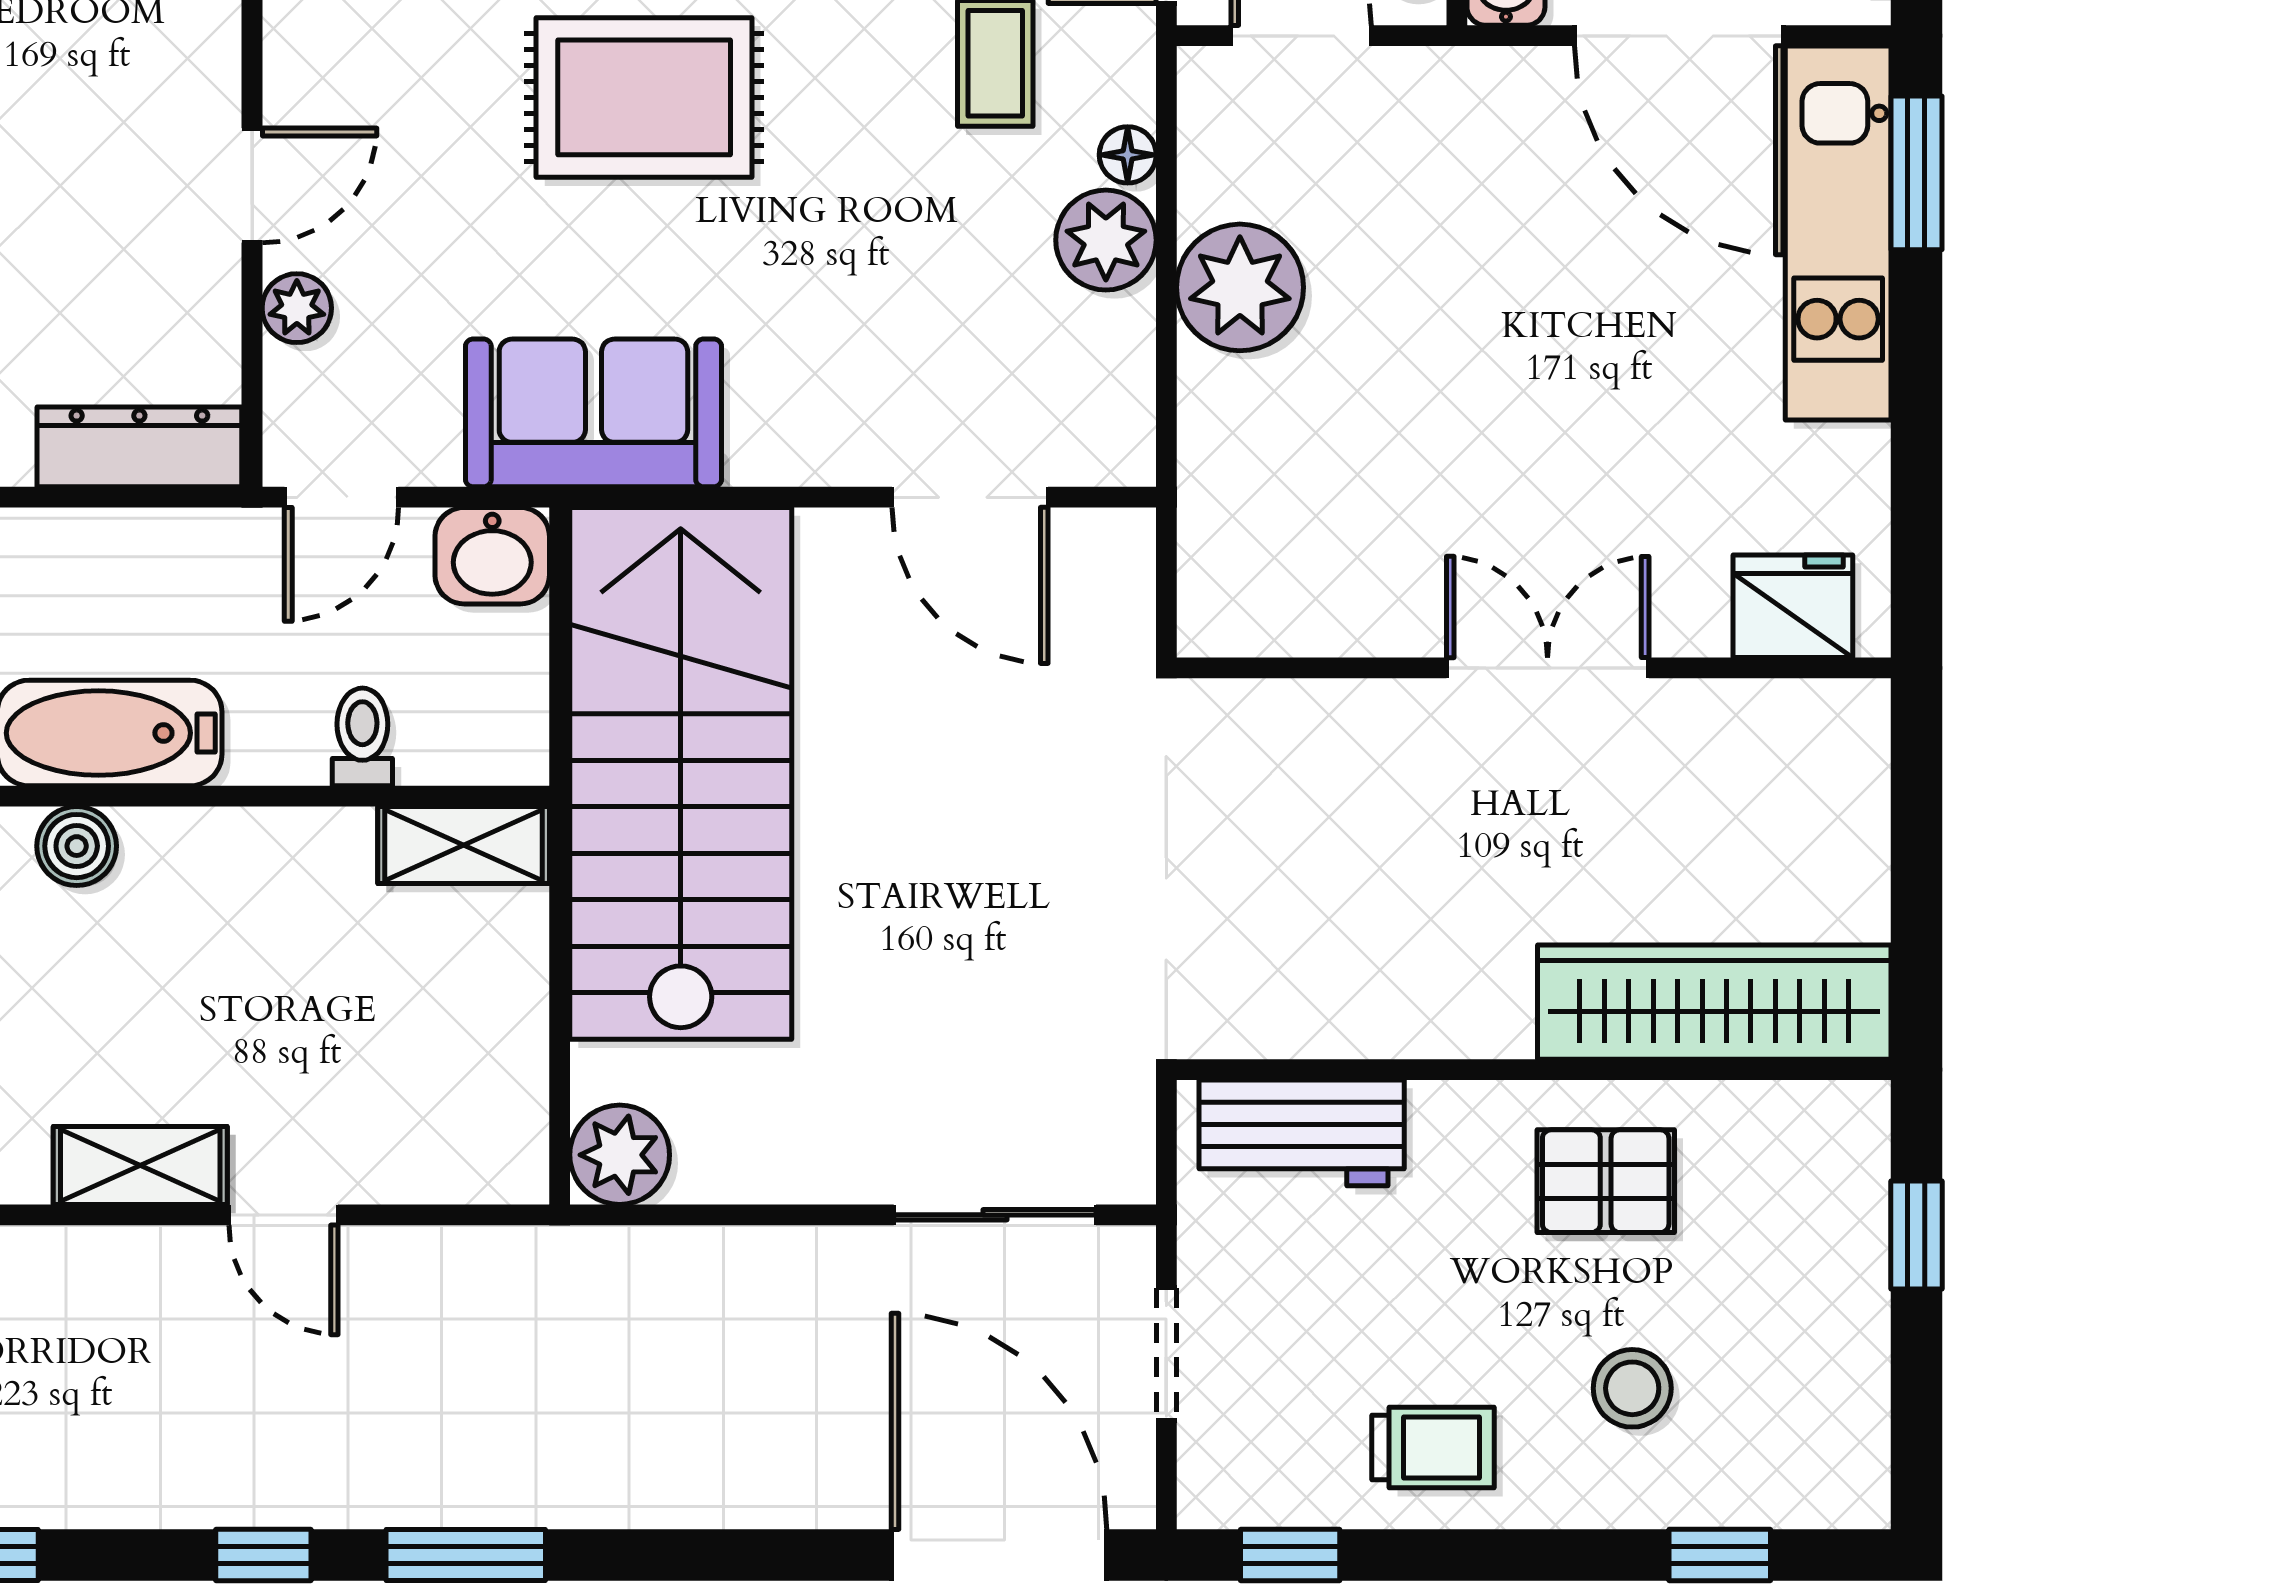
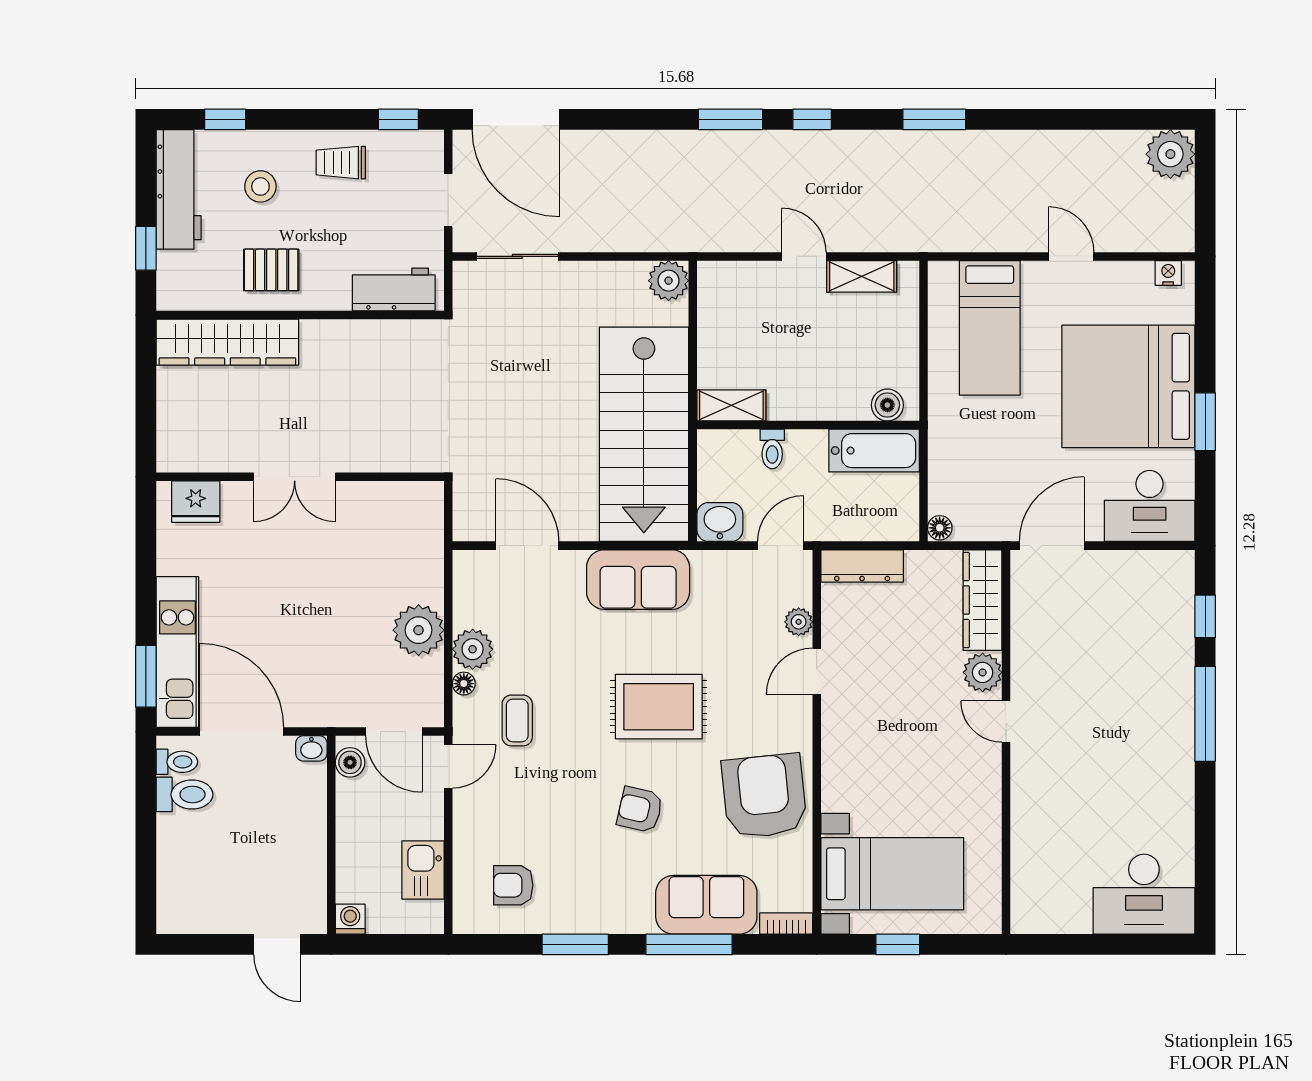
sofa: (593, 413) -> (638, 580), moved
workbench: (1835, 1381) -> (179, 189), added

